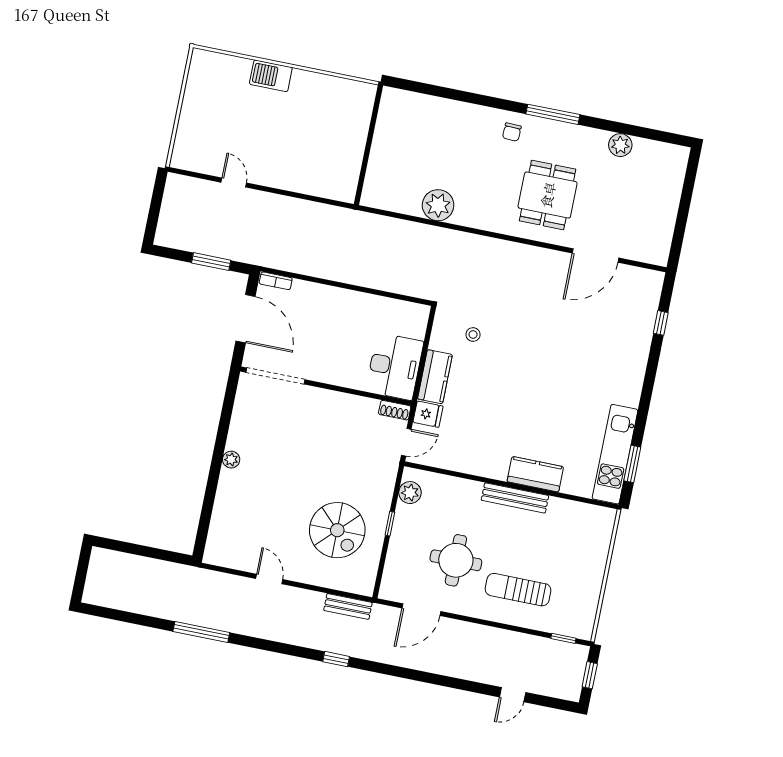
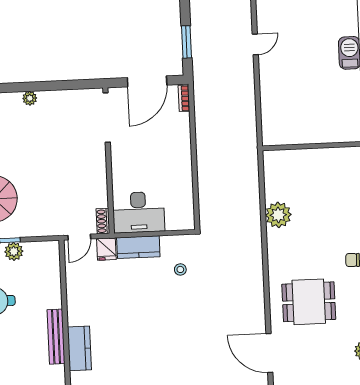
door: (406, 442) -> (79, 237), hinge flipped
plant: (410, 493) -> (14, 251), moved

